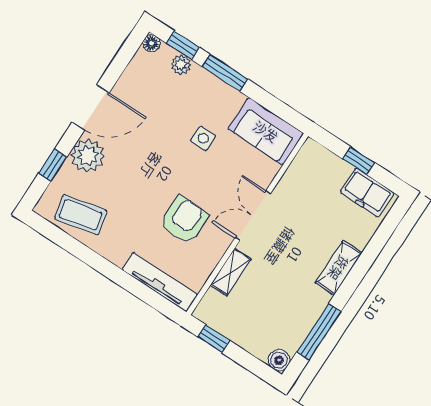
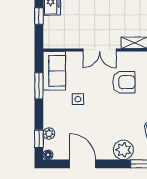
window: (225, 73) -> (39, 86), moved
door: (91, 107) -> (83, 164), moved
armchair: (184, 220) -> (124, 82), turned 180

